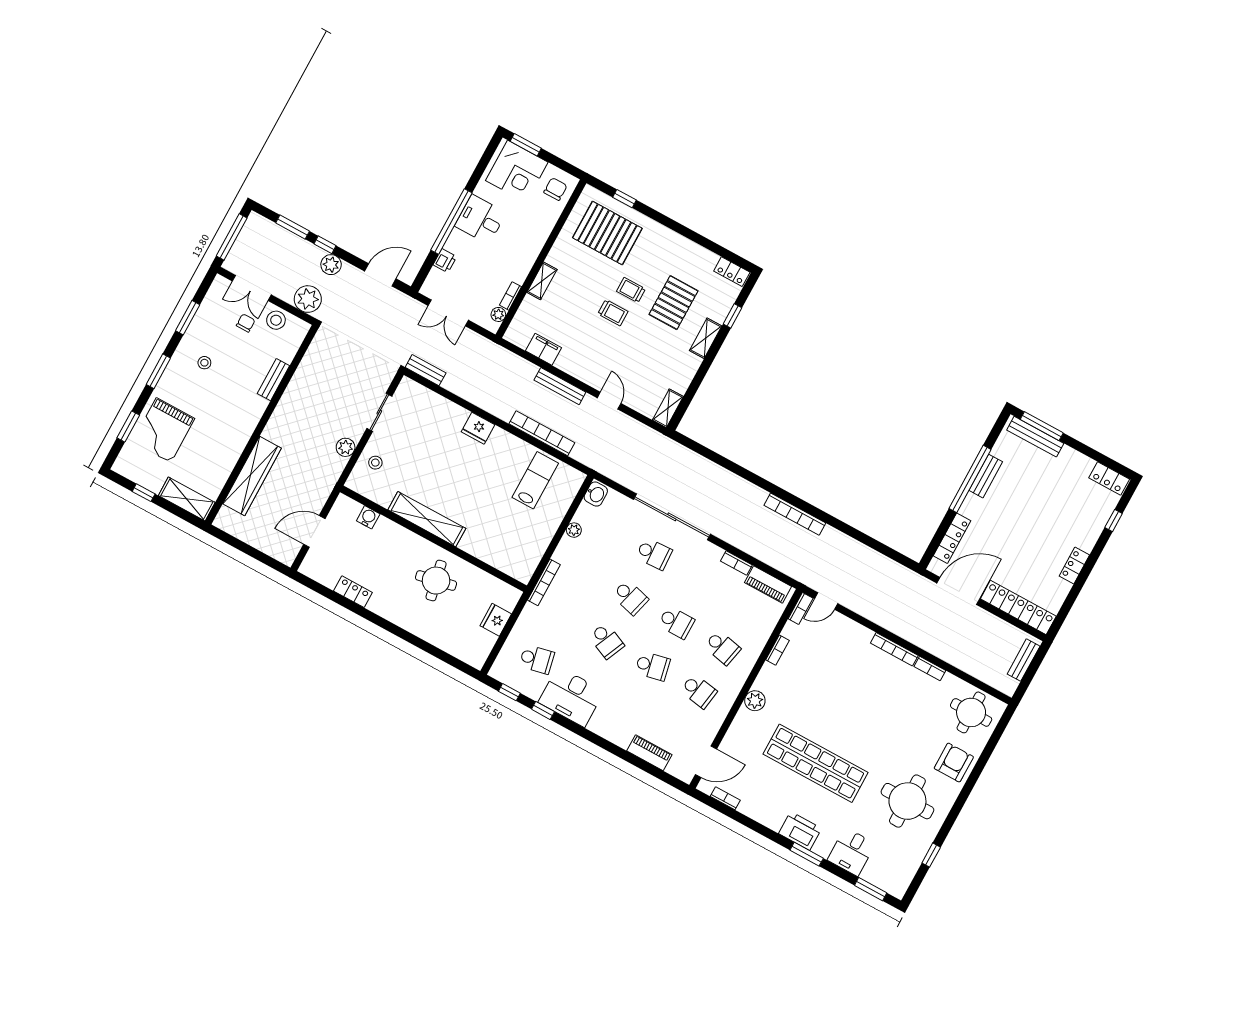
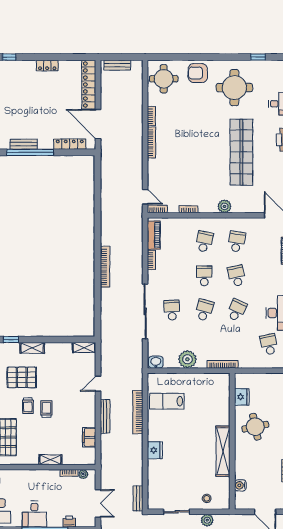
bookcase: (795, 514) -> (105, 267), moved
plant: (574, 530) -> (187, 359), width x1.88, depth x1.88
fridge: (496, 620) -> (242, 397), moved, turned -90

